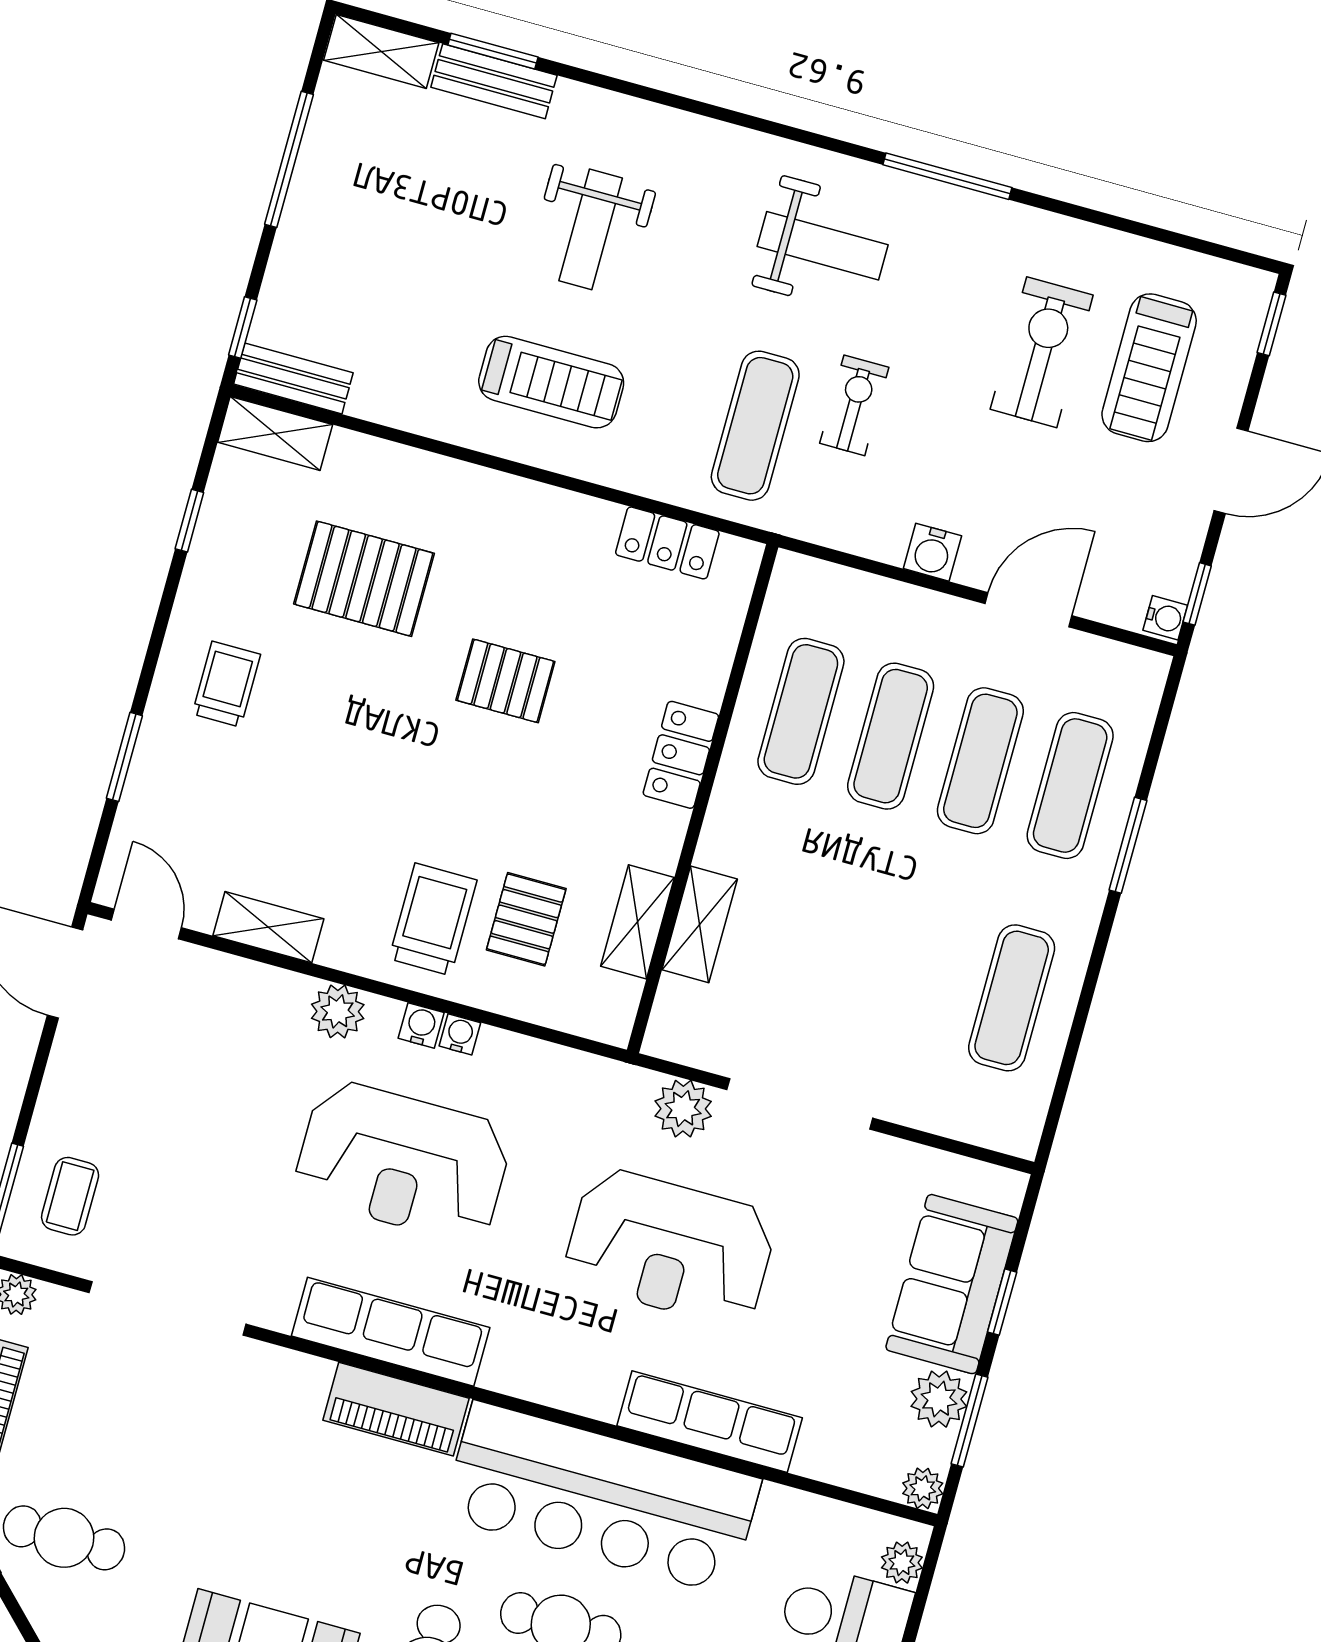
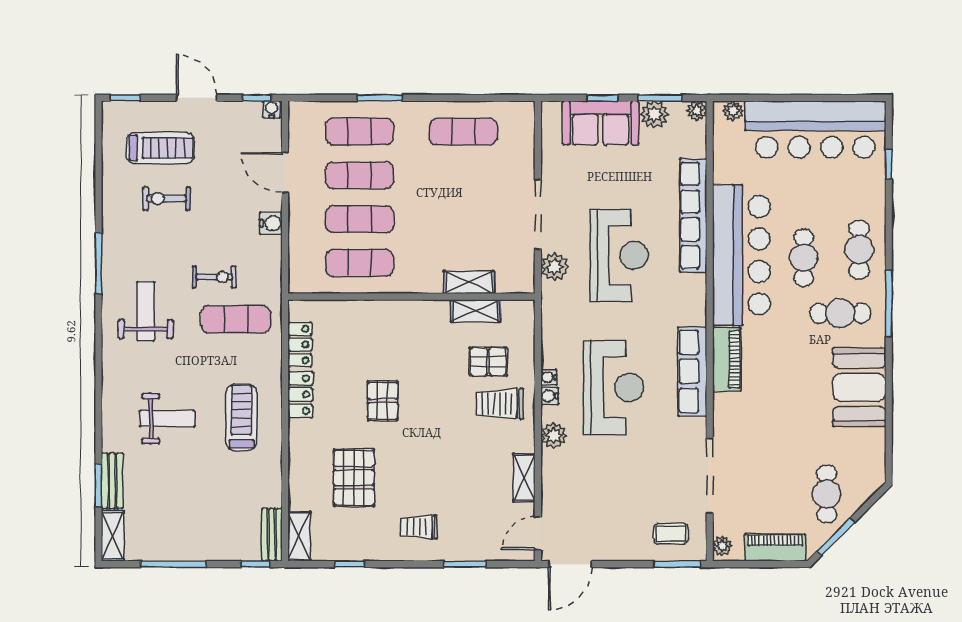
exercise bike: (1042, 352) -> (167, 199), width x0.73, depth x0.72
exercise bike: (854, 405) -> (214, 277), turned 180
locker: (681, 755) -> (300, 395), moved, turned -90
row of seats: (710, 1422) -> (693, 216), width x1.36

